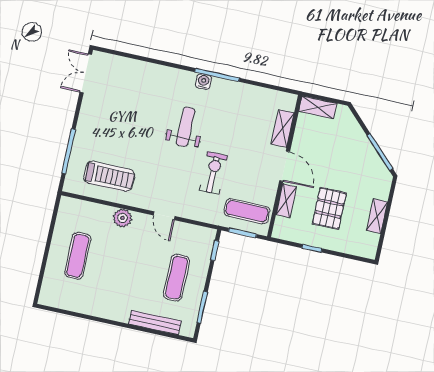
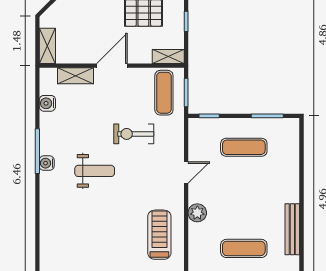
water cooler: (262, 95) -> (47, 103), added
weight bench: (185, 127) -> (95, 171), turned 180
shelving: (286, 201) -> (168, 57), moved
bench: (155, 322) -> (292, 229), moved

